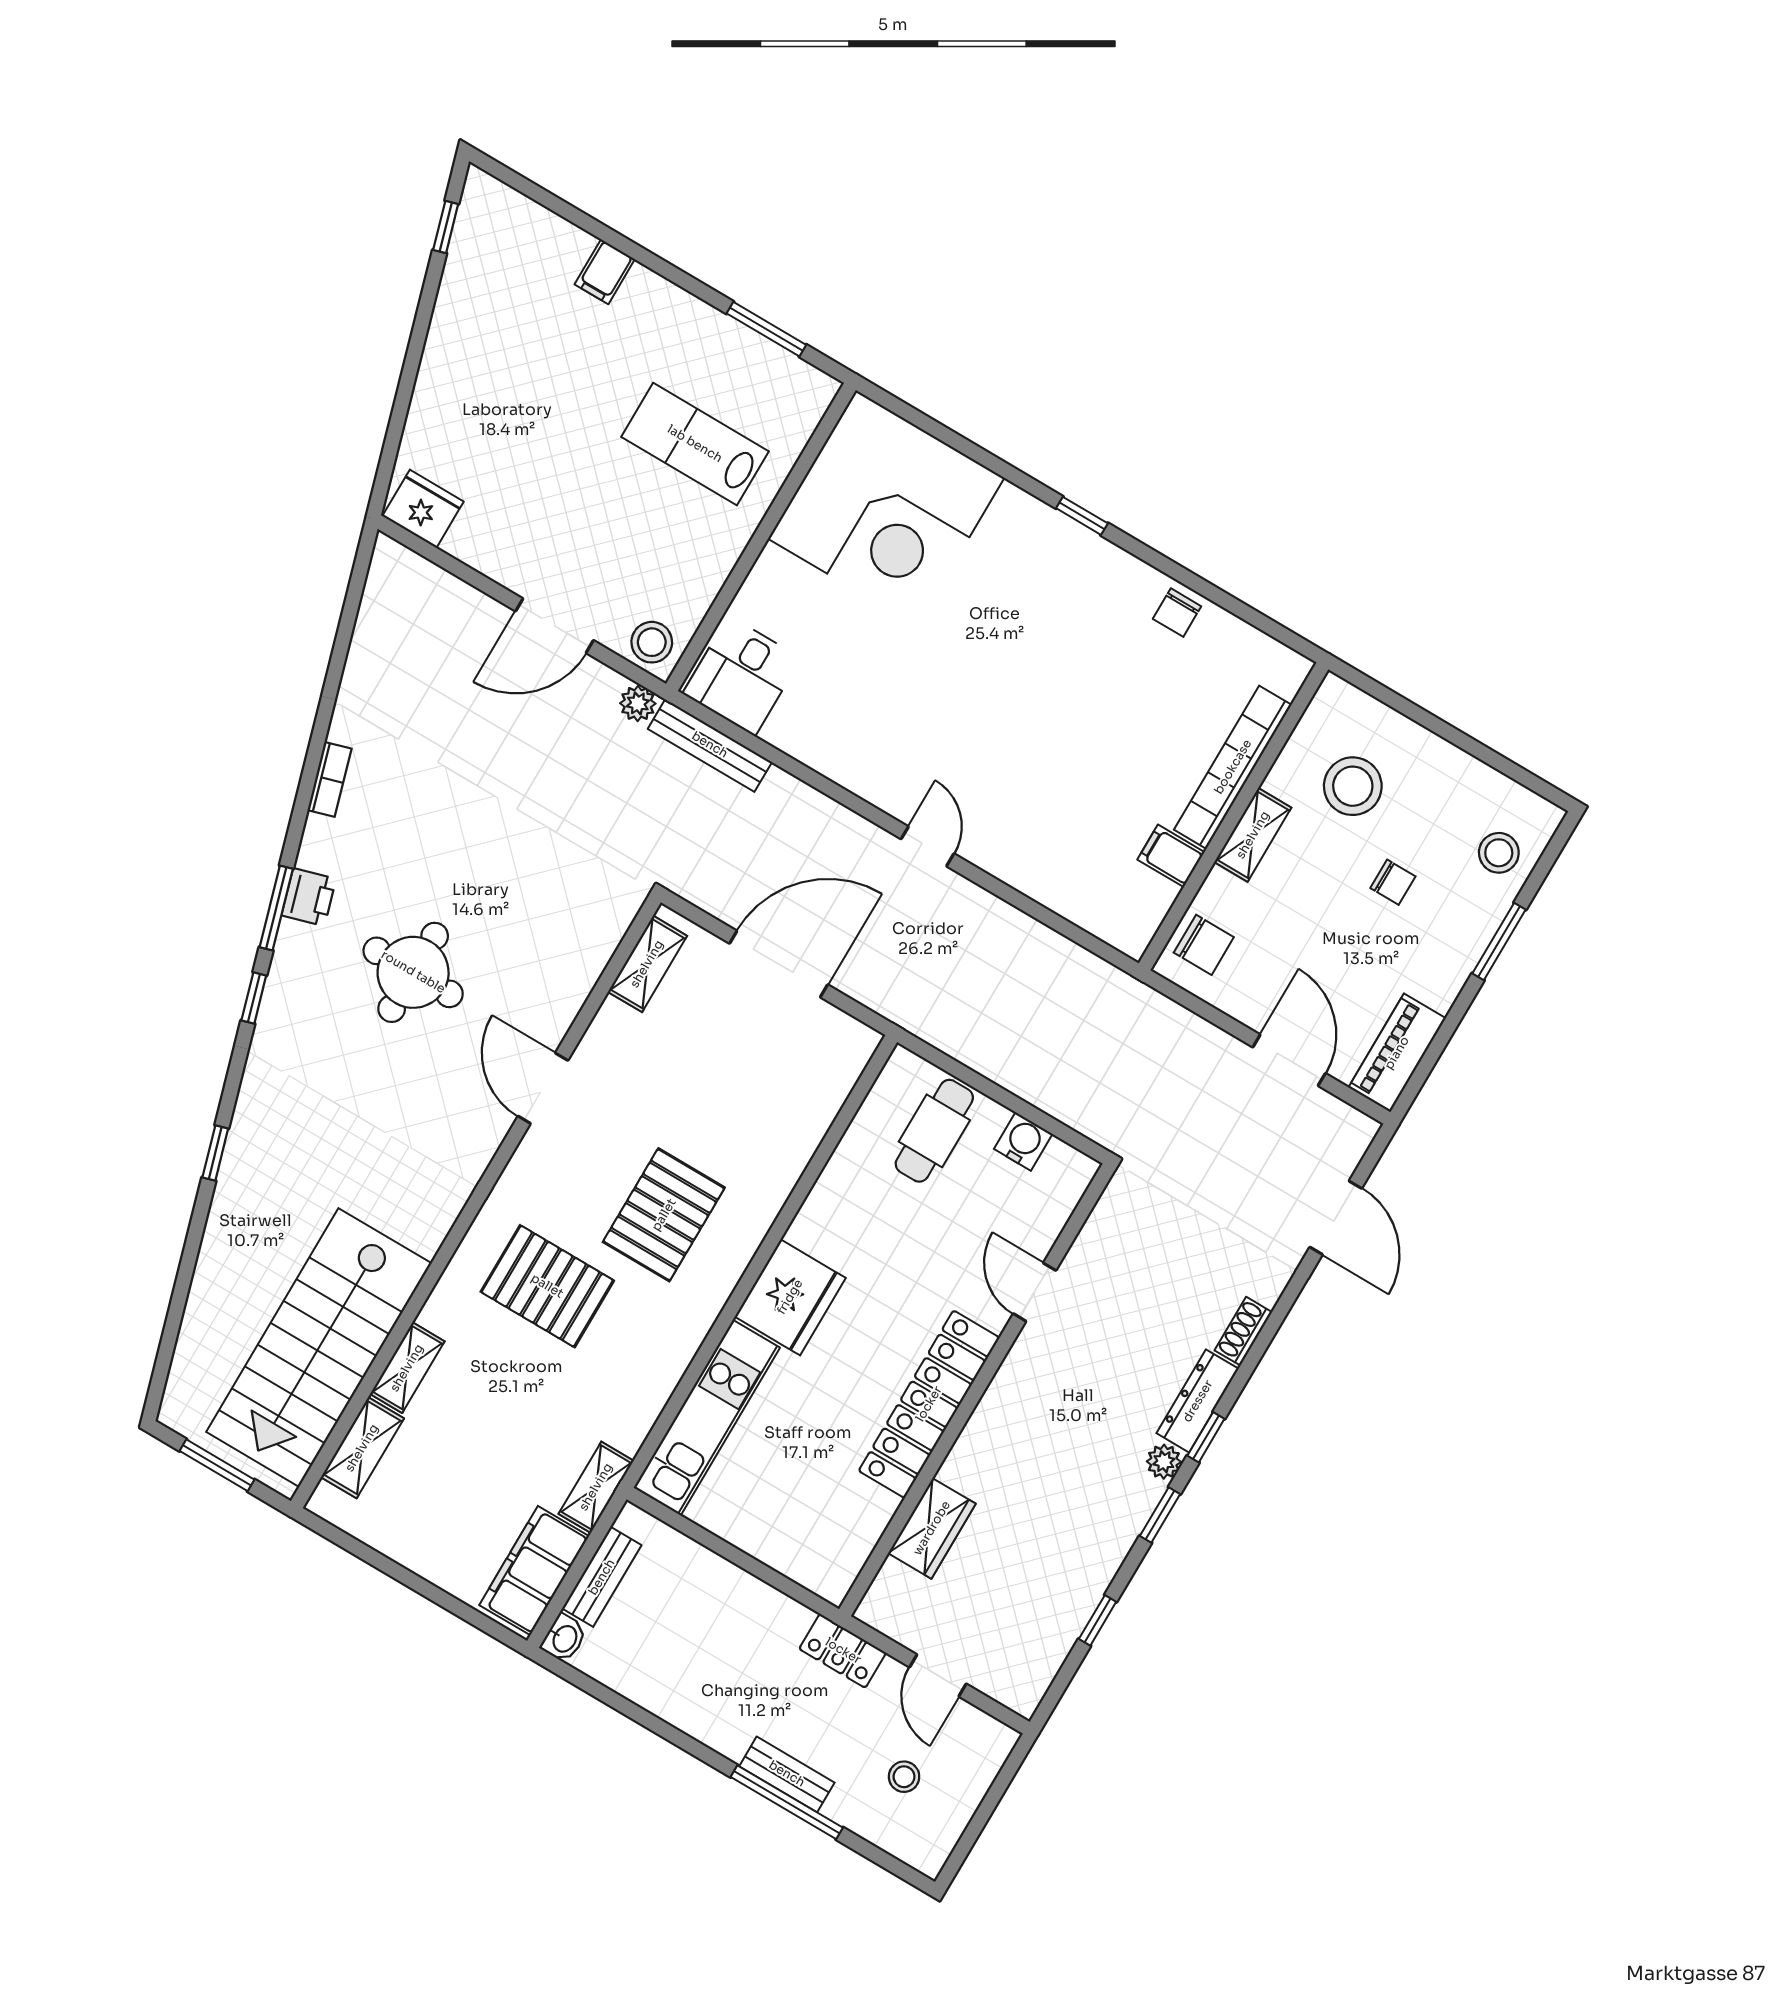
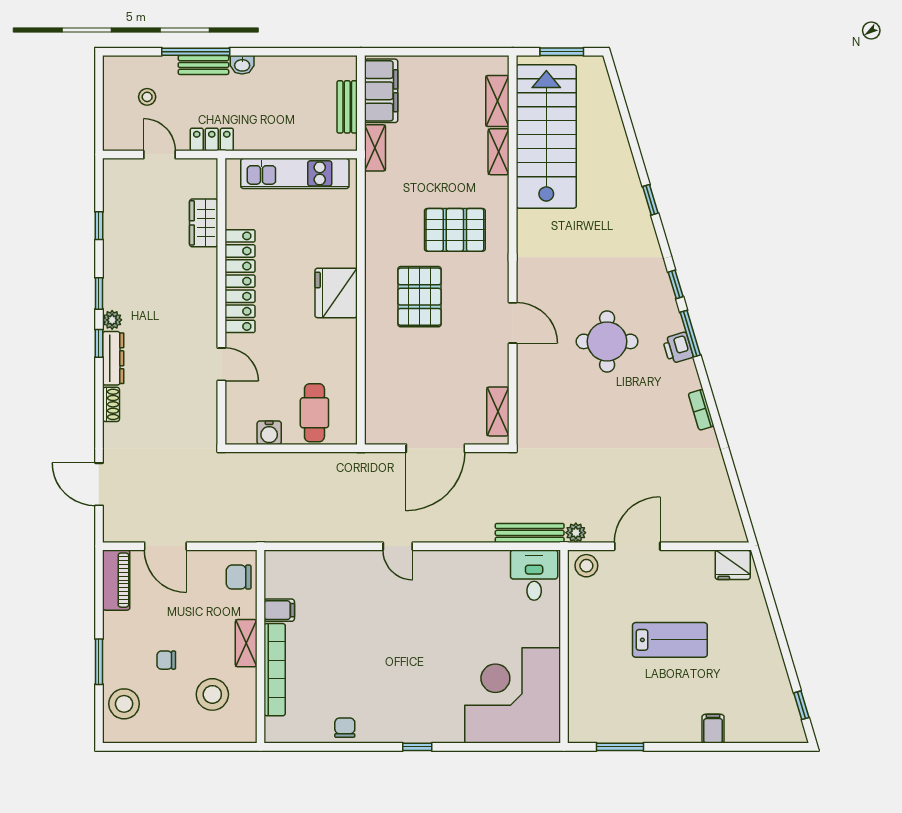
lab bench: (695, 444) -> (670, 640), moved
stool: (1499, 853) -> (124, 704), width x1.38, depth x1.38
kitchen unit: (707, 1418) -> (295, 173), moved, turned -90
washbasin: (564, 1638) -> (242, 65), moved, turned -90

